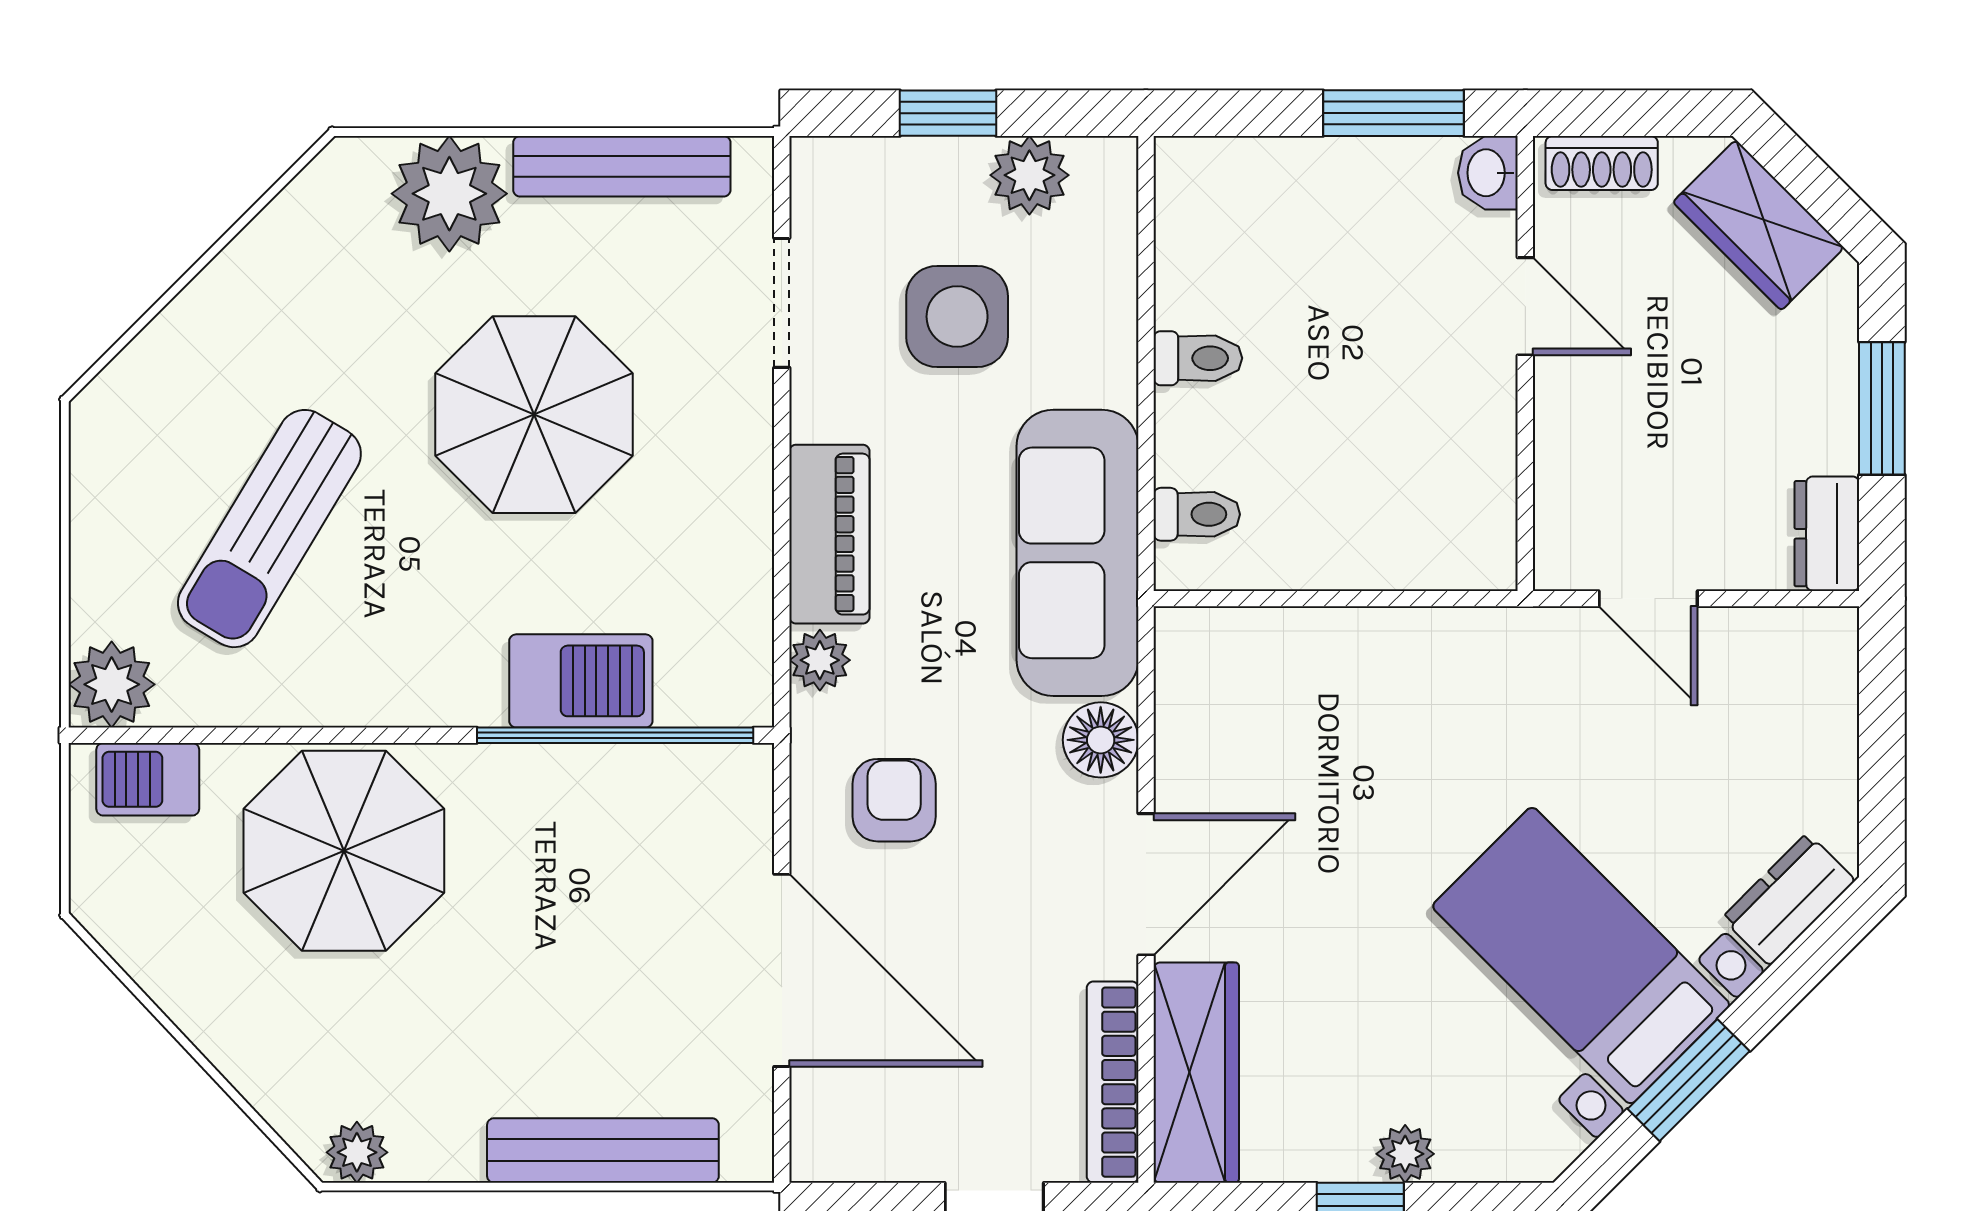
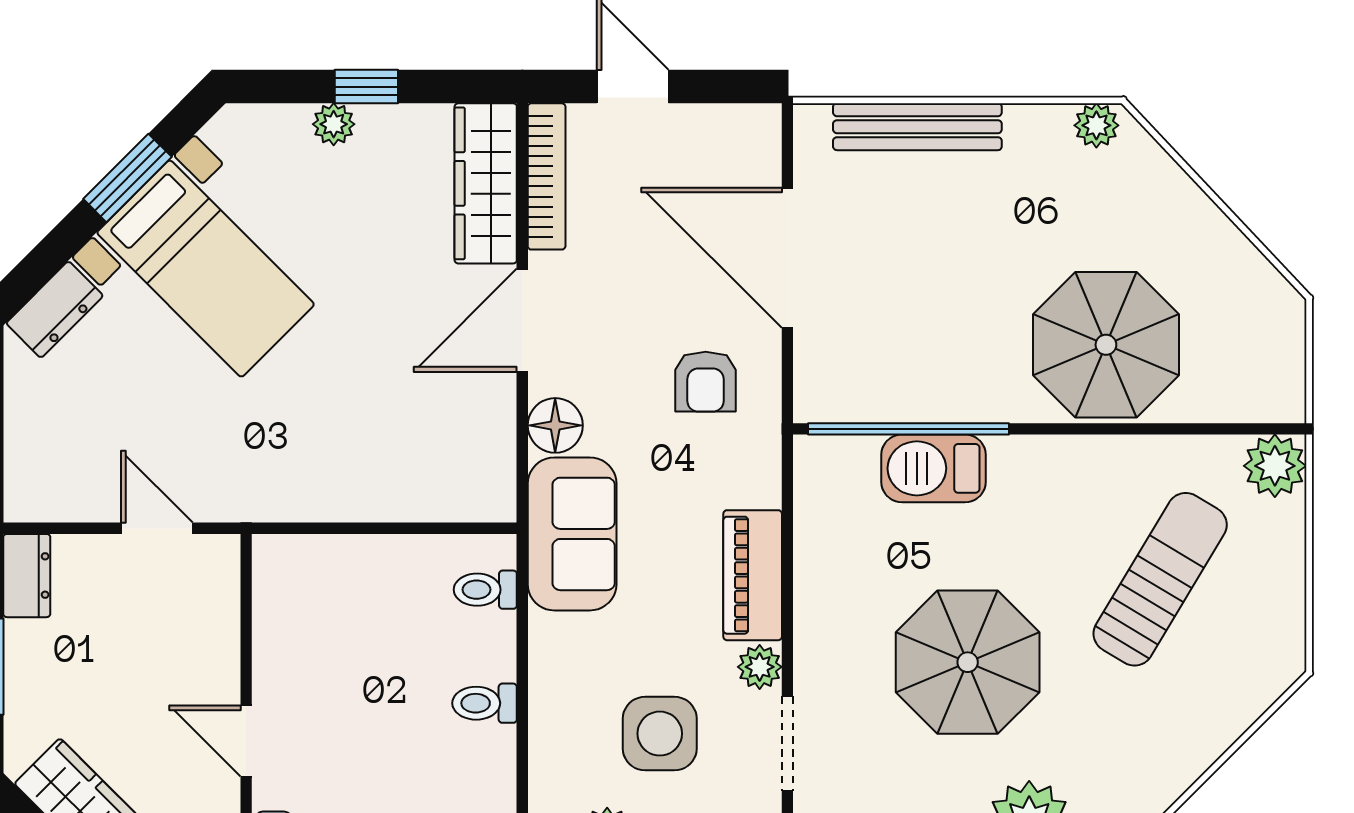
sofa: (1077, 553) -> (572, 534), width x0.73
plant: (820, 660) -> (760, 667), moved
barbecue: (148, 779) -> (1249, 397), removed

